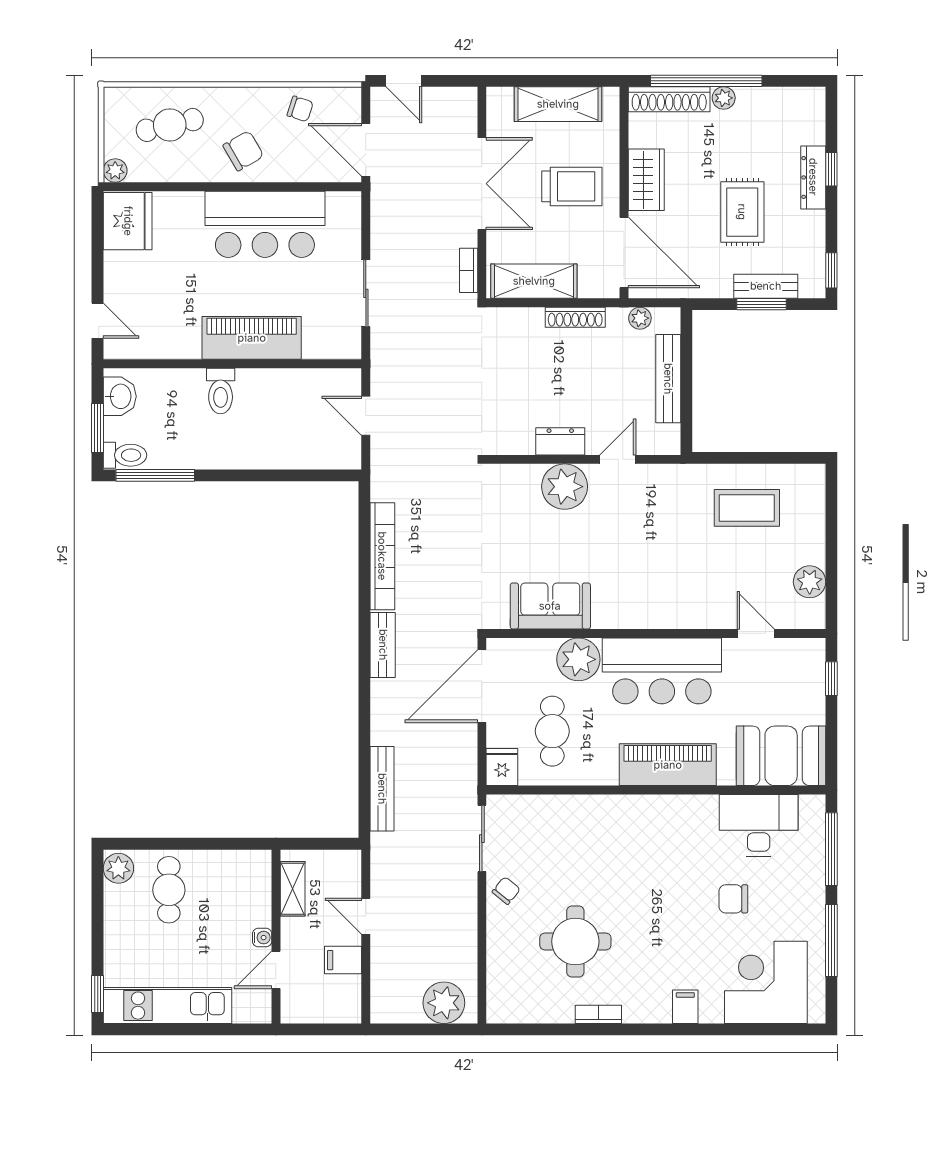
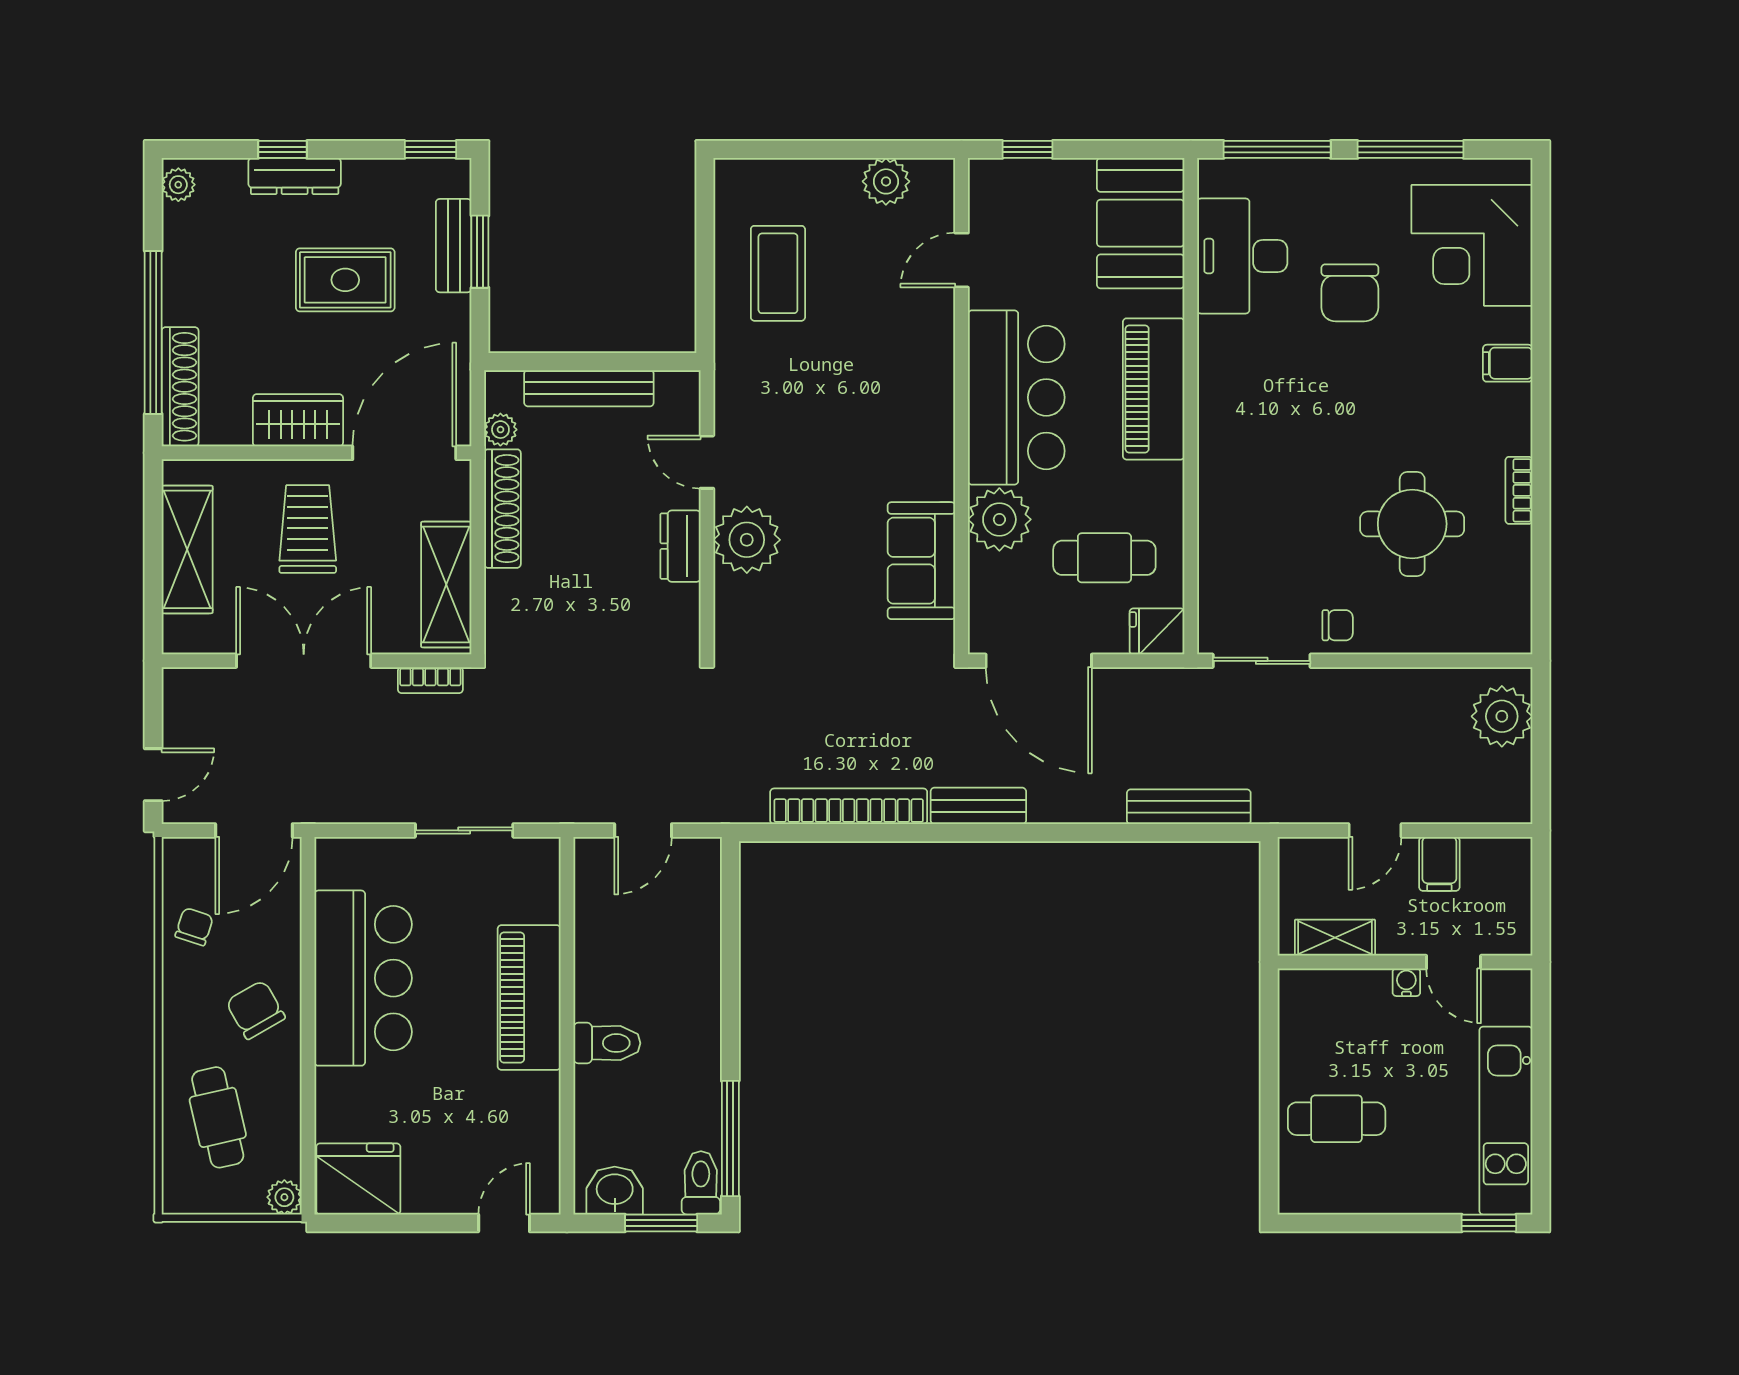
plant: (724, 98) -> (178, 185), moved
shoe rack: (575, 317) -> (502, 509), width x1.36, depth x1.24
plant: (118, 868) -> (1305, 1192), removed
chair: (506, 891) -> (1338, 625), turned 141
chair: (733, 899) -> (1350, 293), width x1.37, depth x1.37

